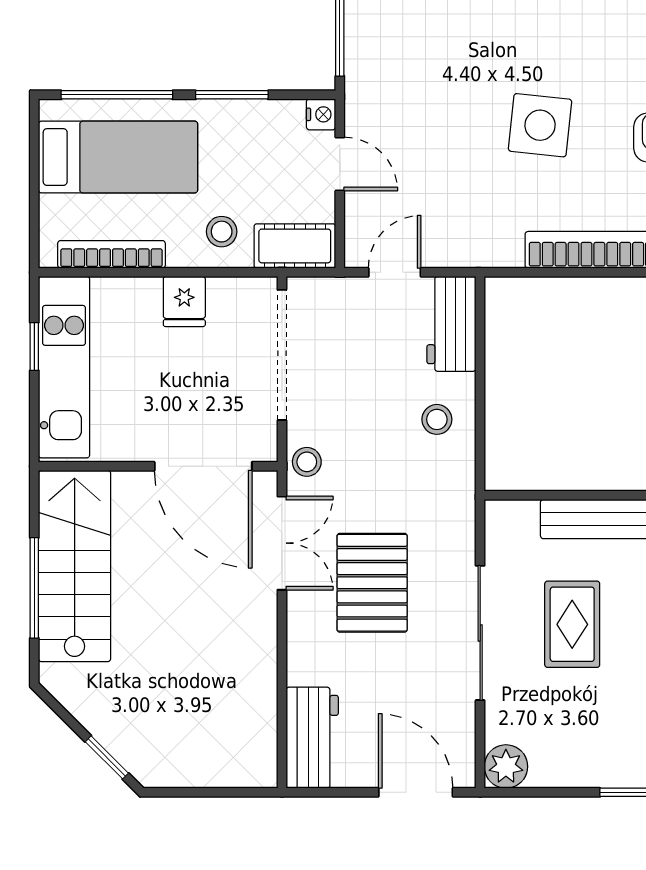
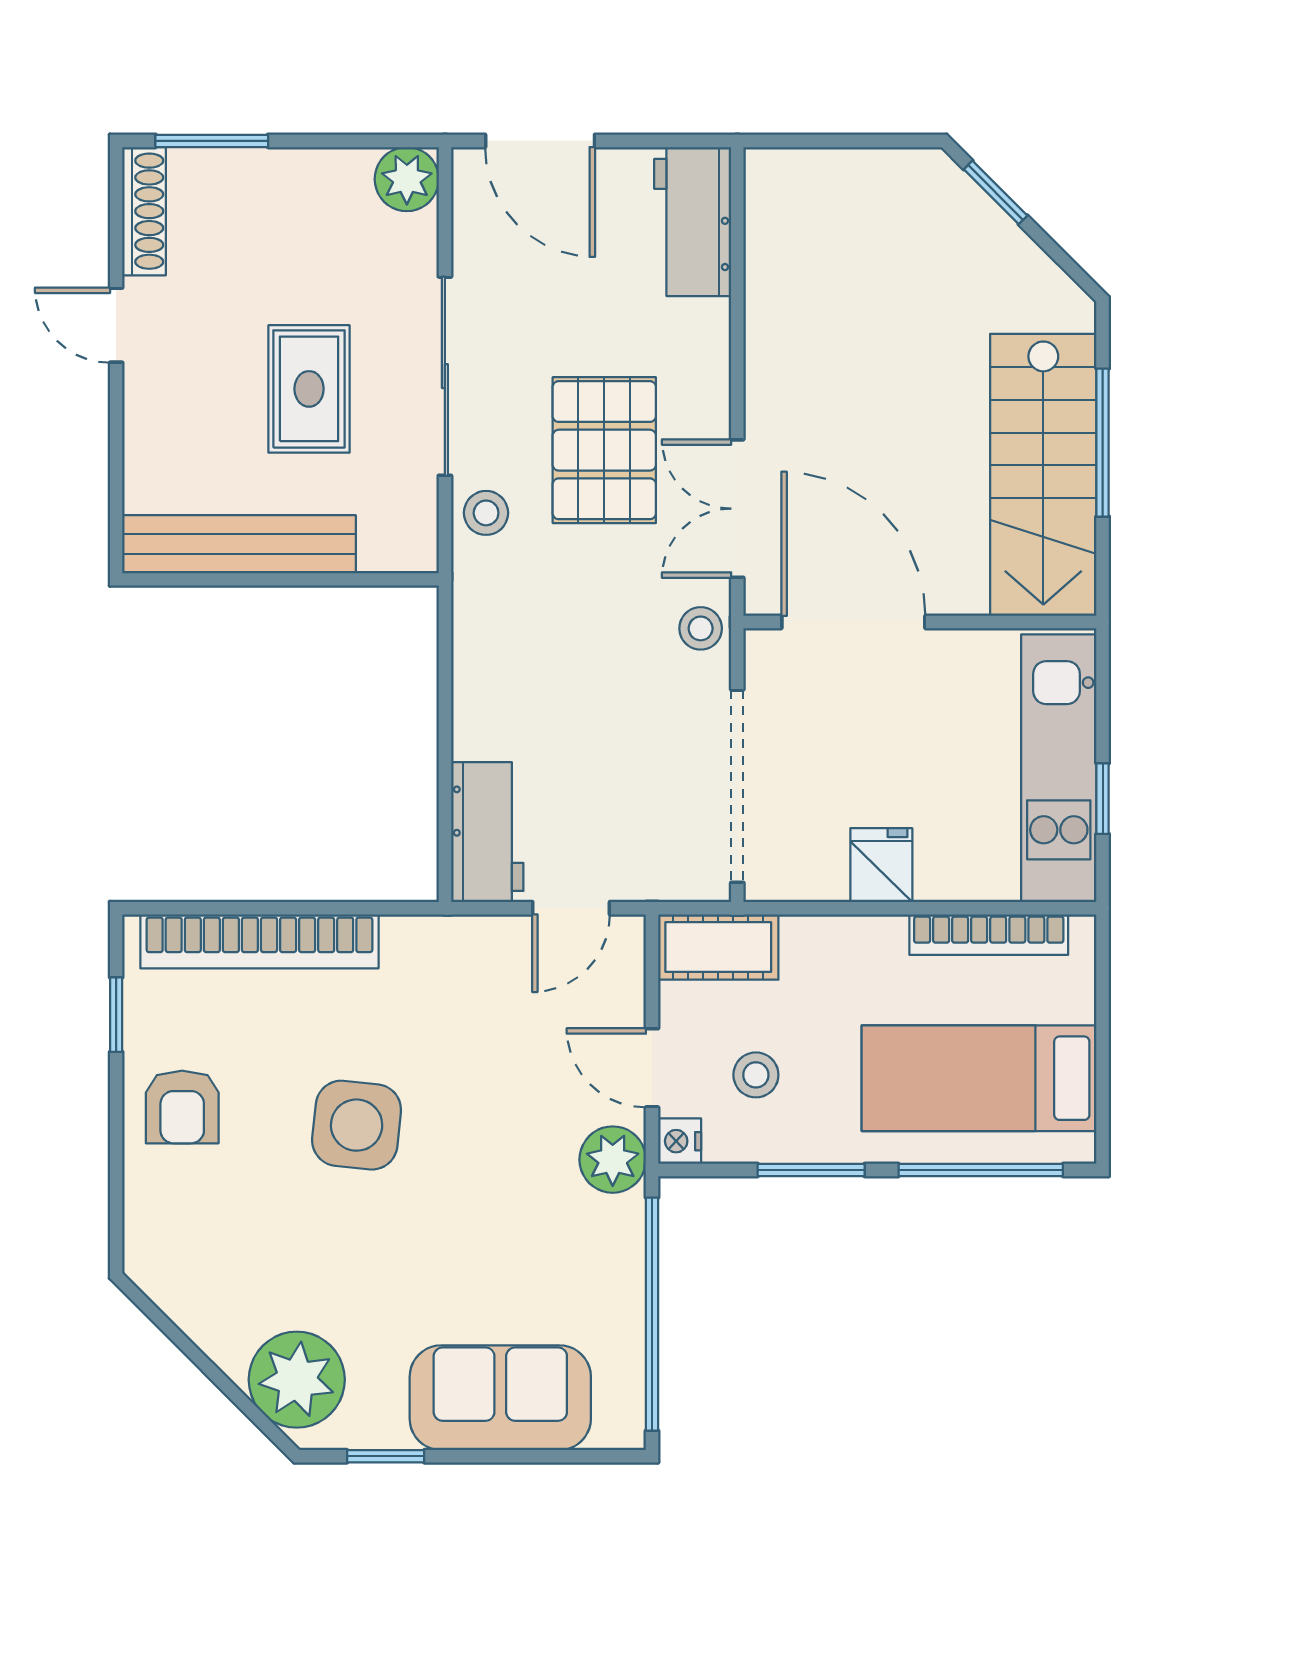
plant: (366, 102) -> (613, 1160), added
stool: (222, 232) -> (756, 1075), moved
stool: (437, 419) -> (486, 513), moved

